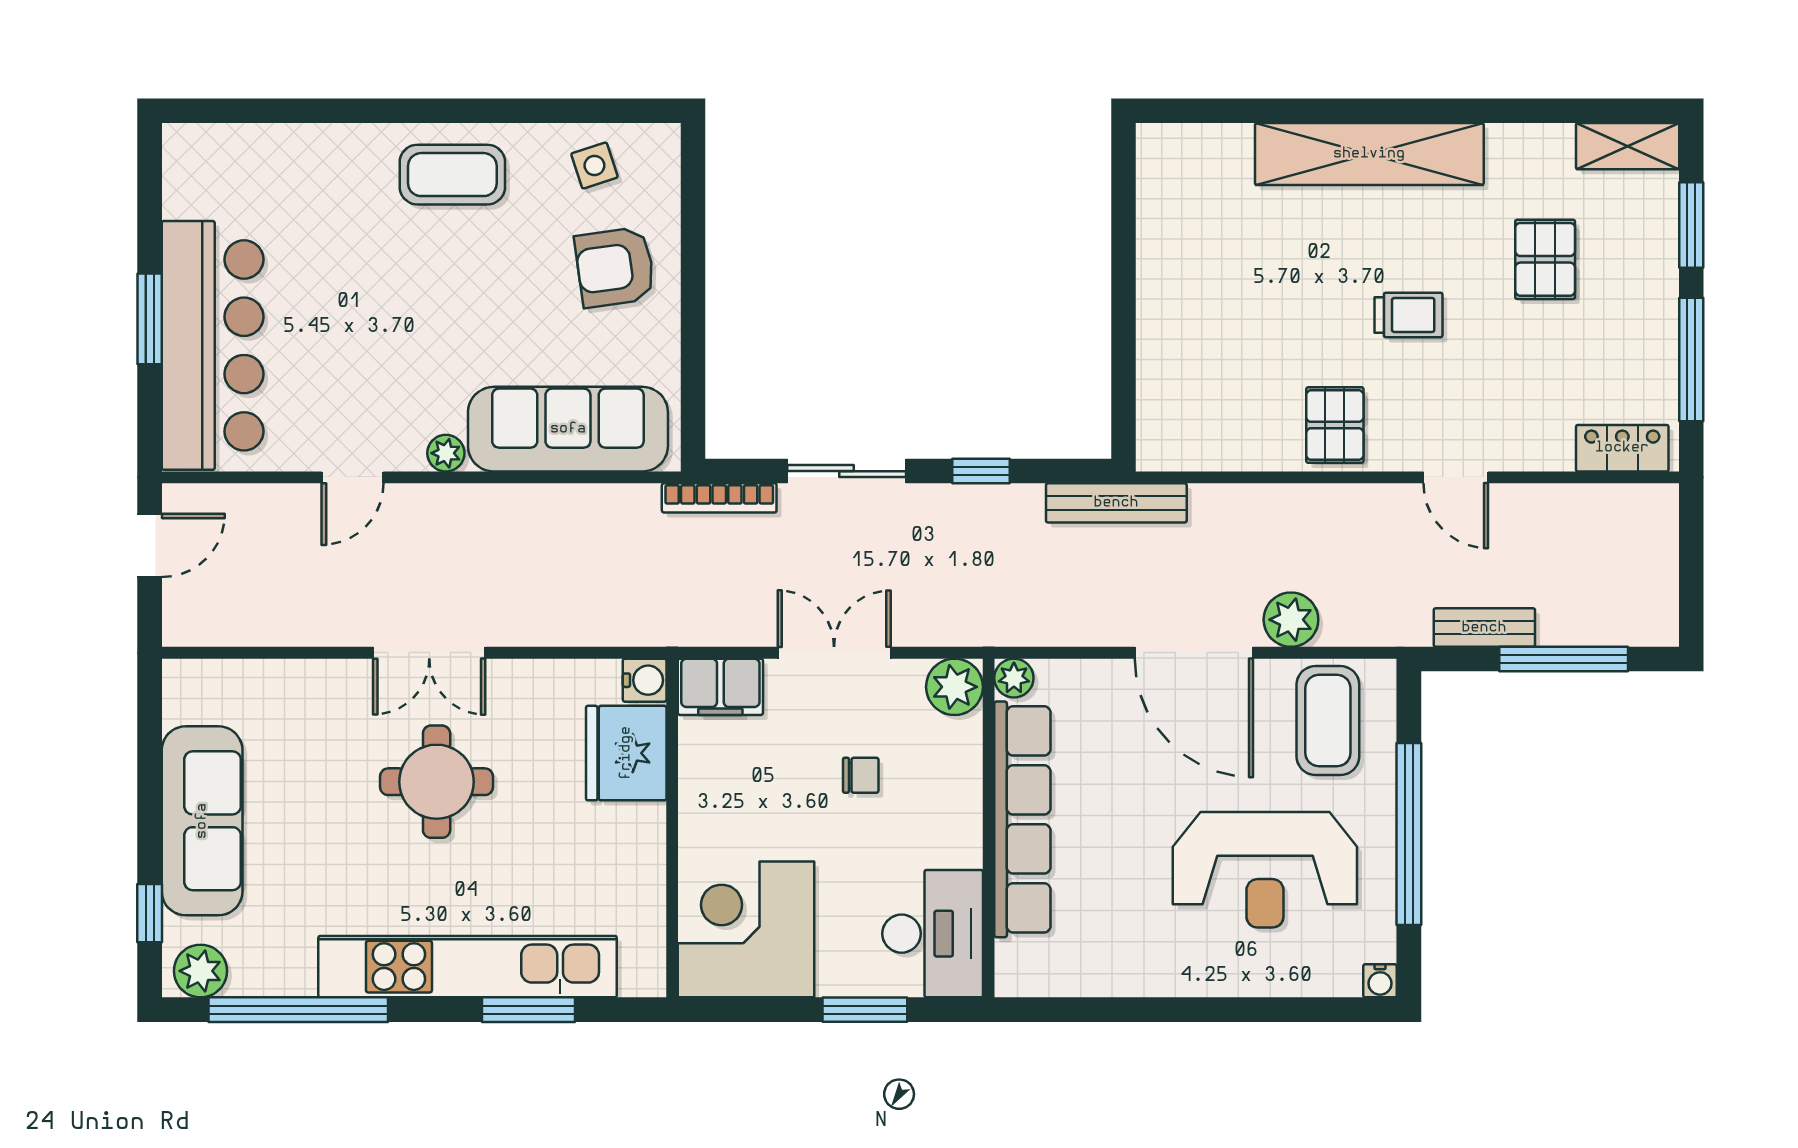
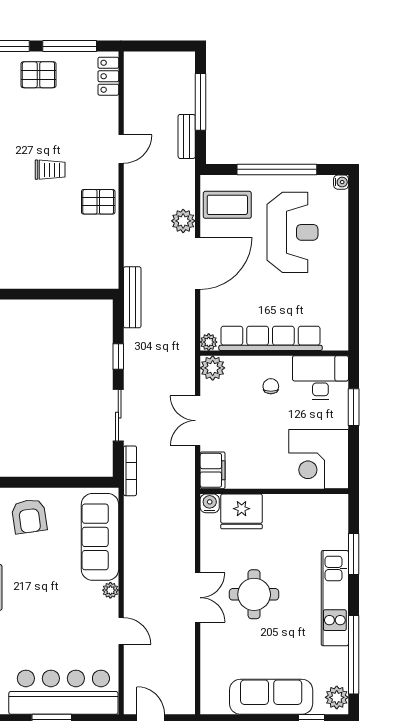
pallet: (1545, 259) -> (38, 75), moved
trolley: (1408, 315) -> (50, 170), turned 90
chair: (861, 775) -> (271, 386), moved
kitchen unit: (468, 967) -> (335, 598), width x0.73

